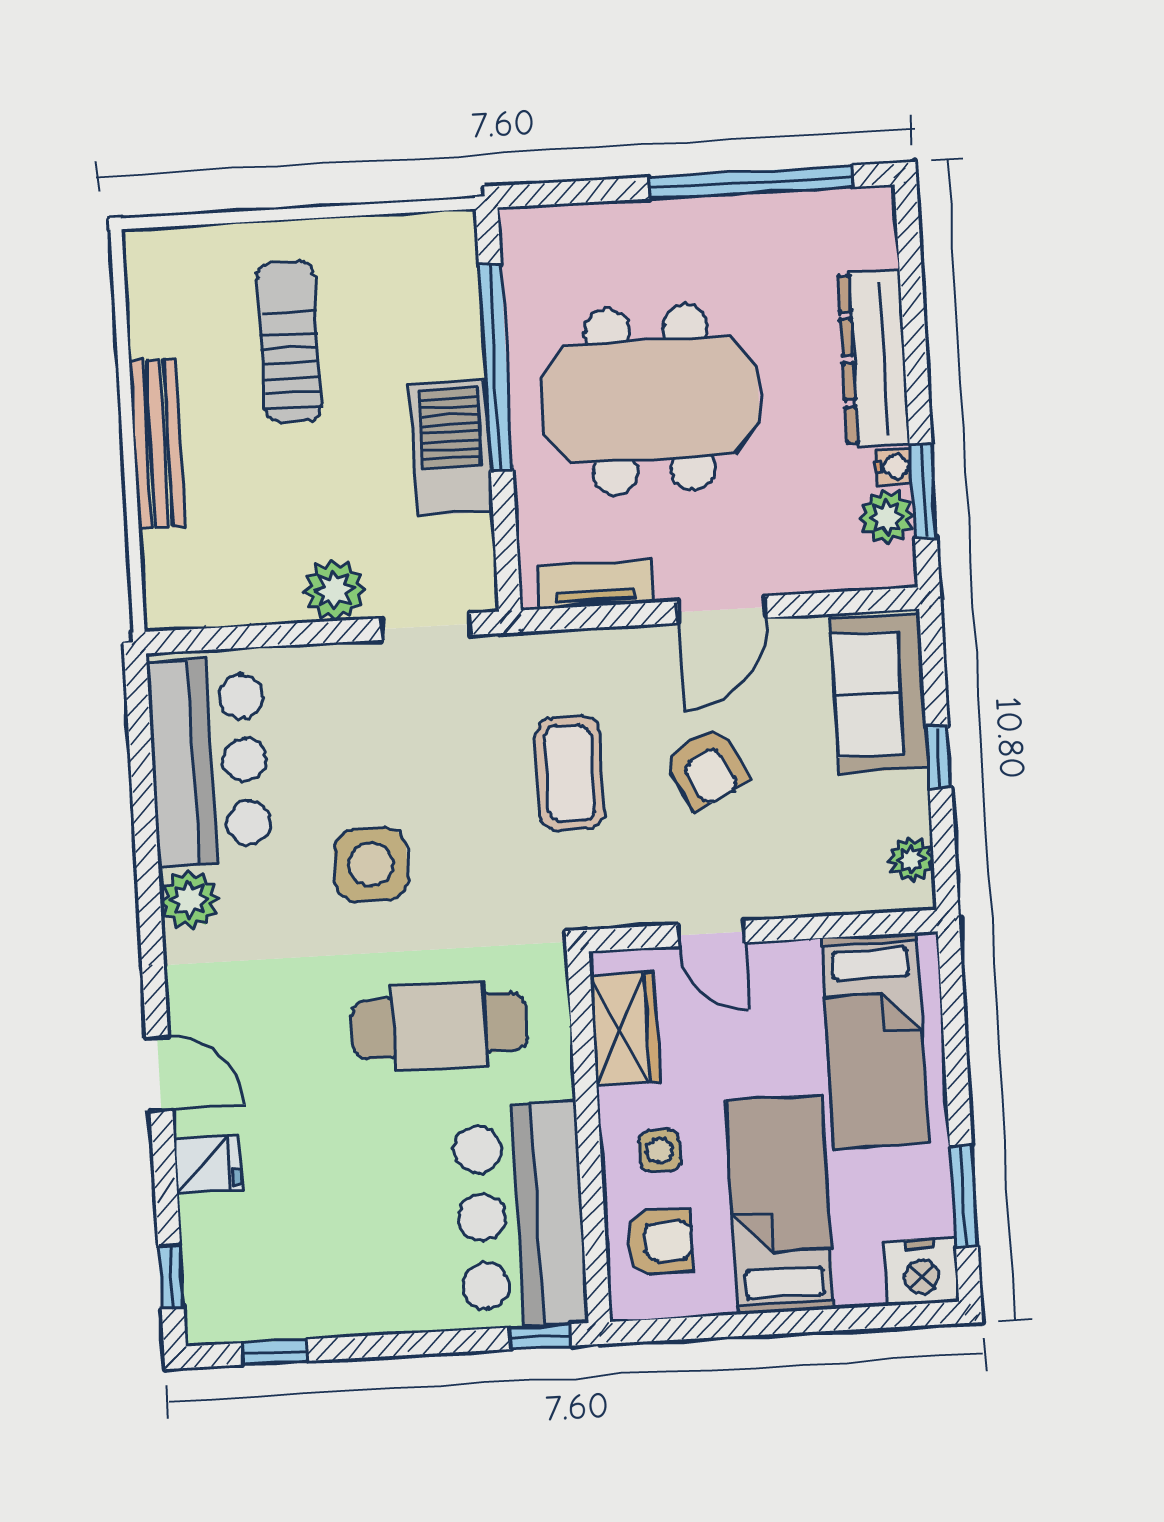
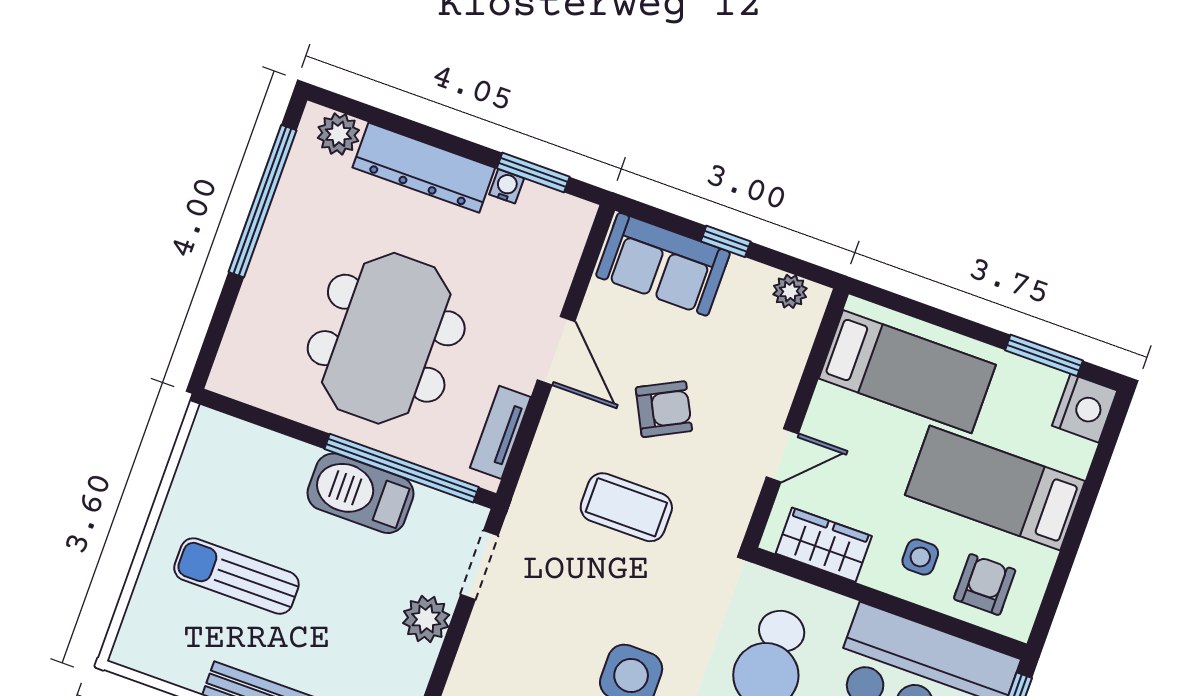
window: (496, 367) -> (402, 468), moved
plant: (886, 517) -> (338, 134), moved

